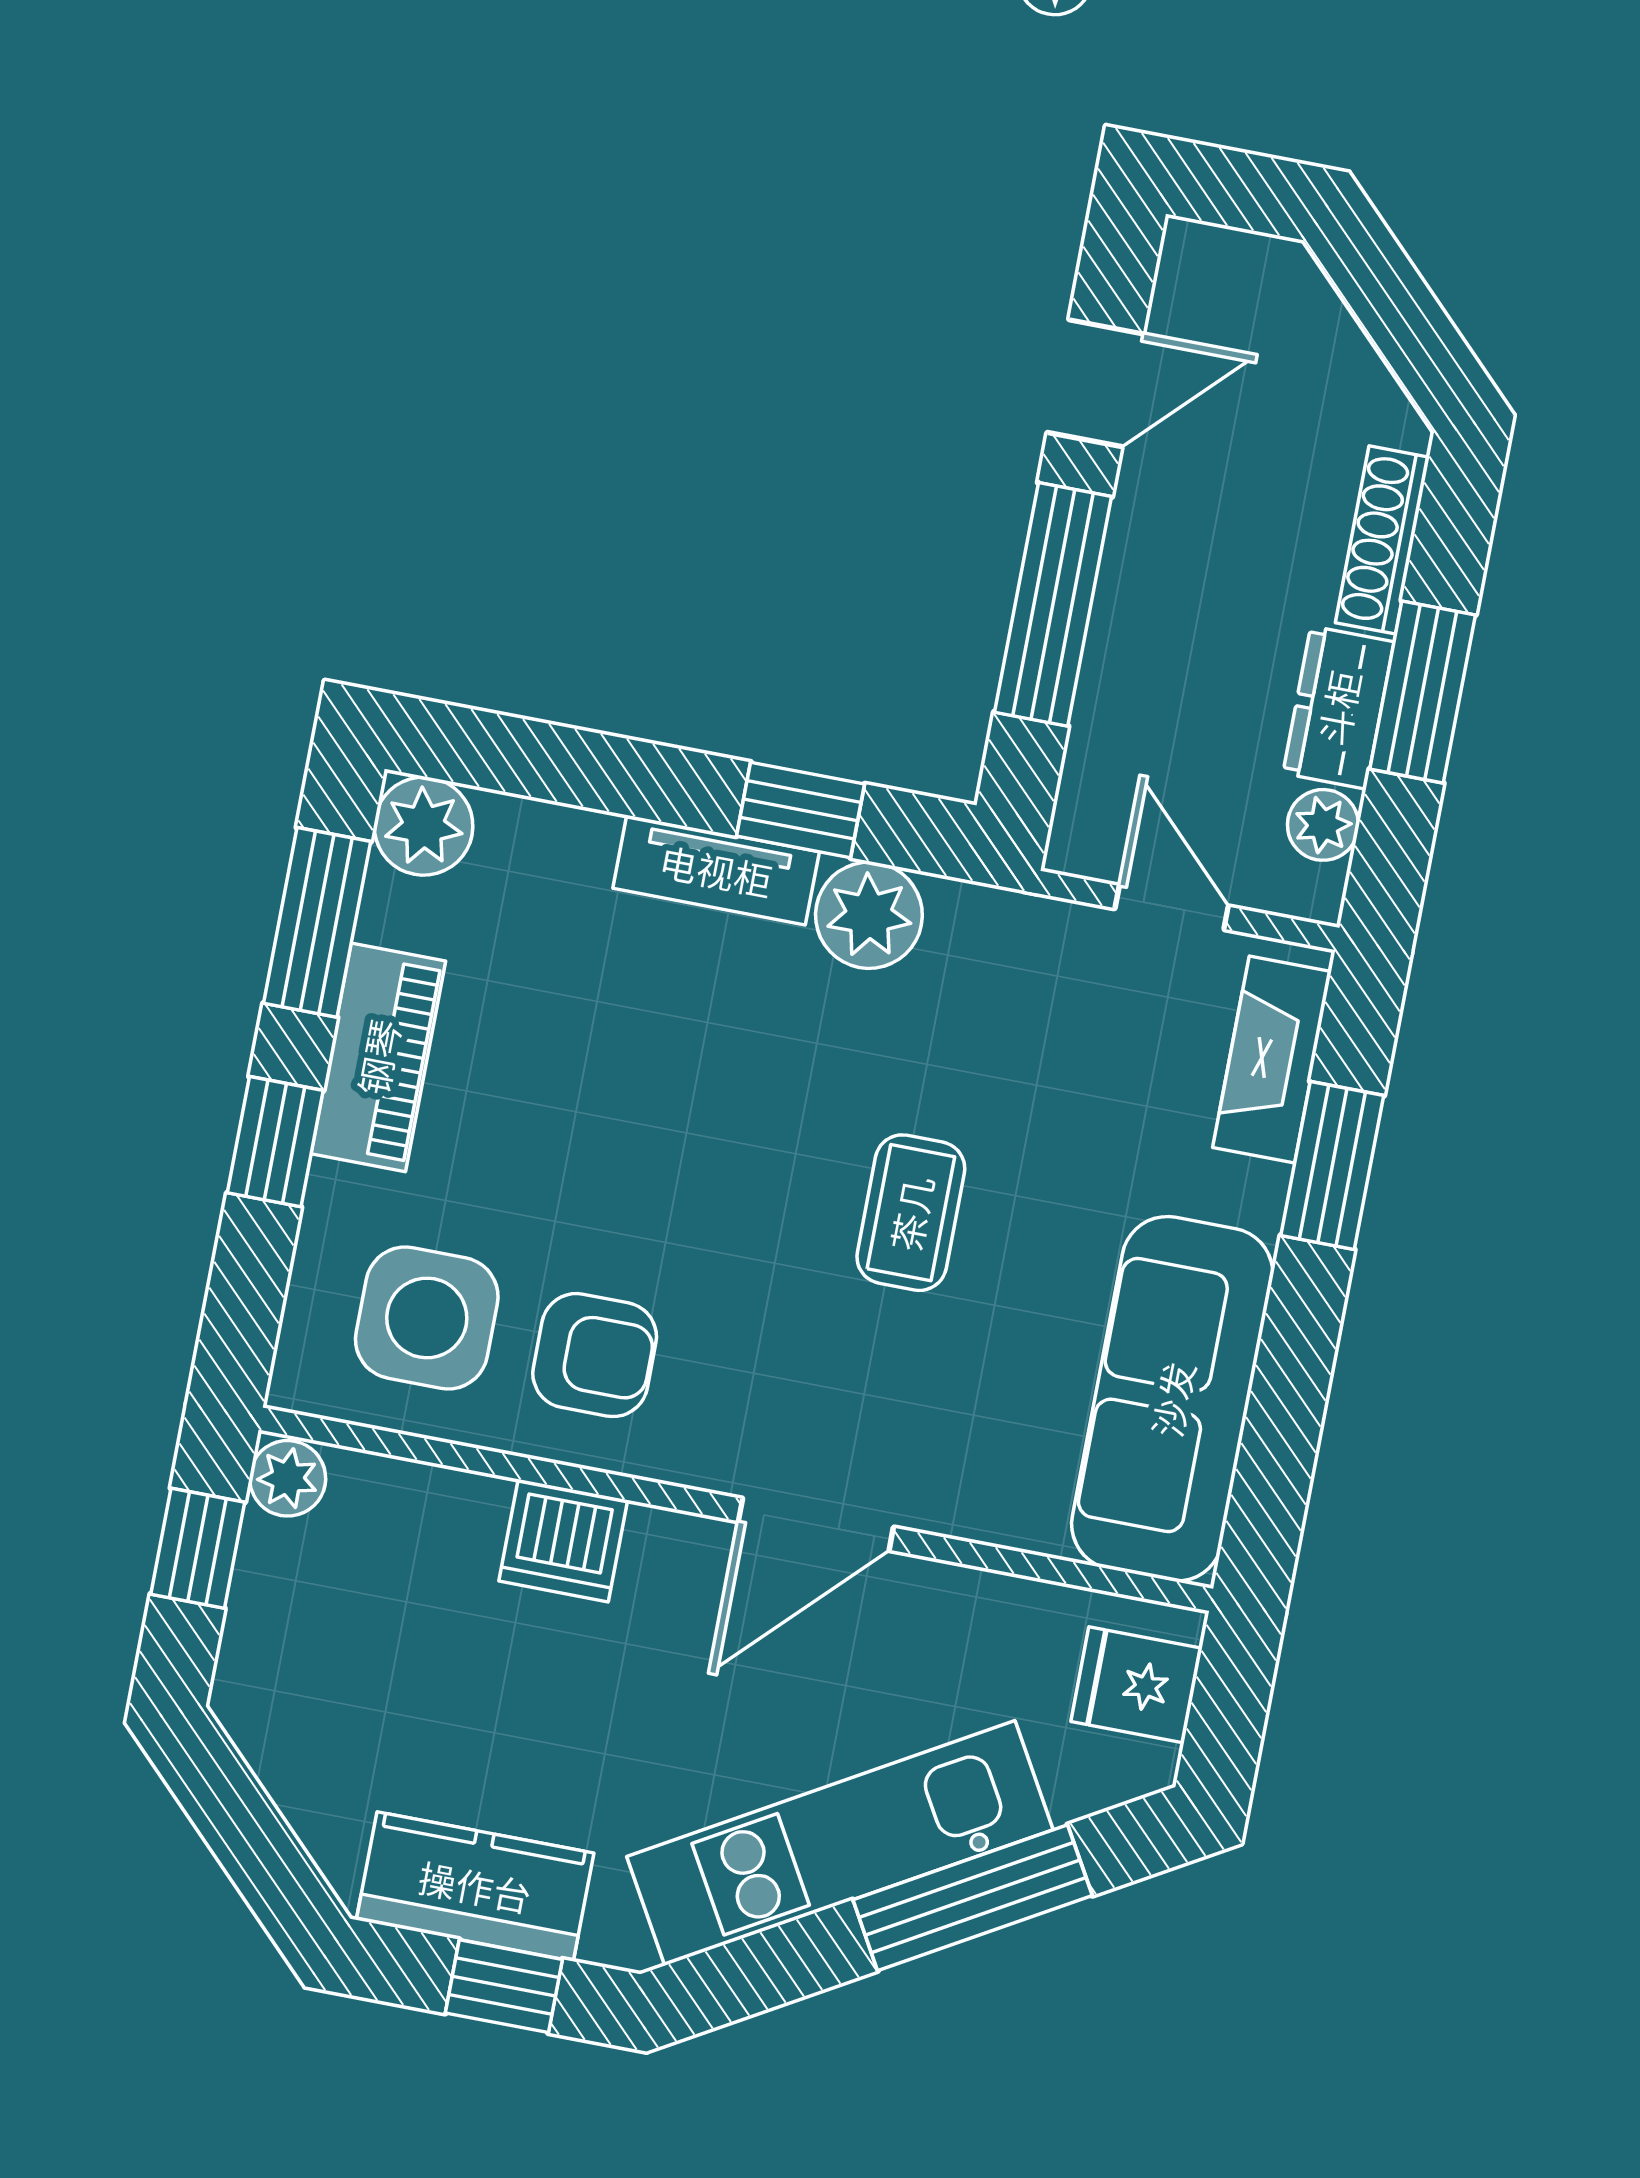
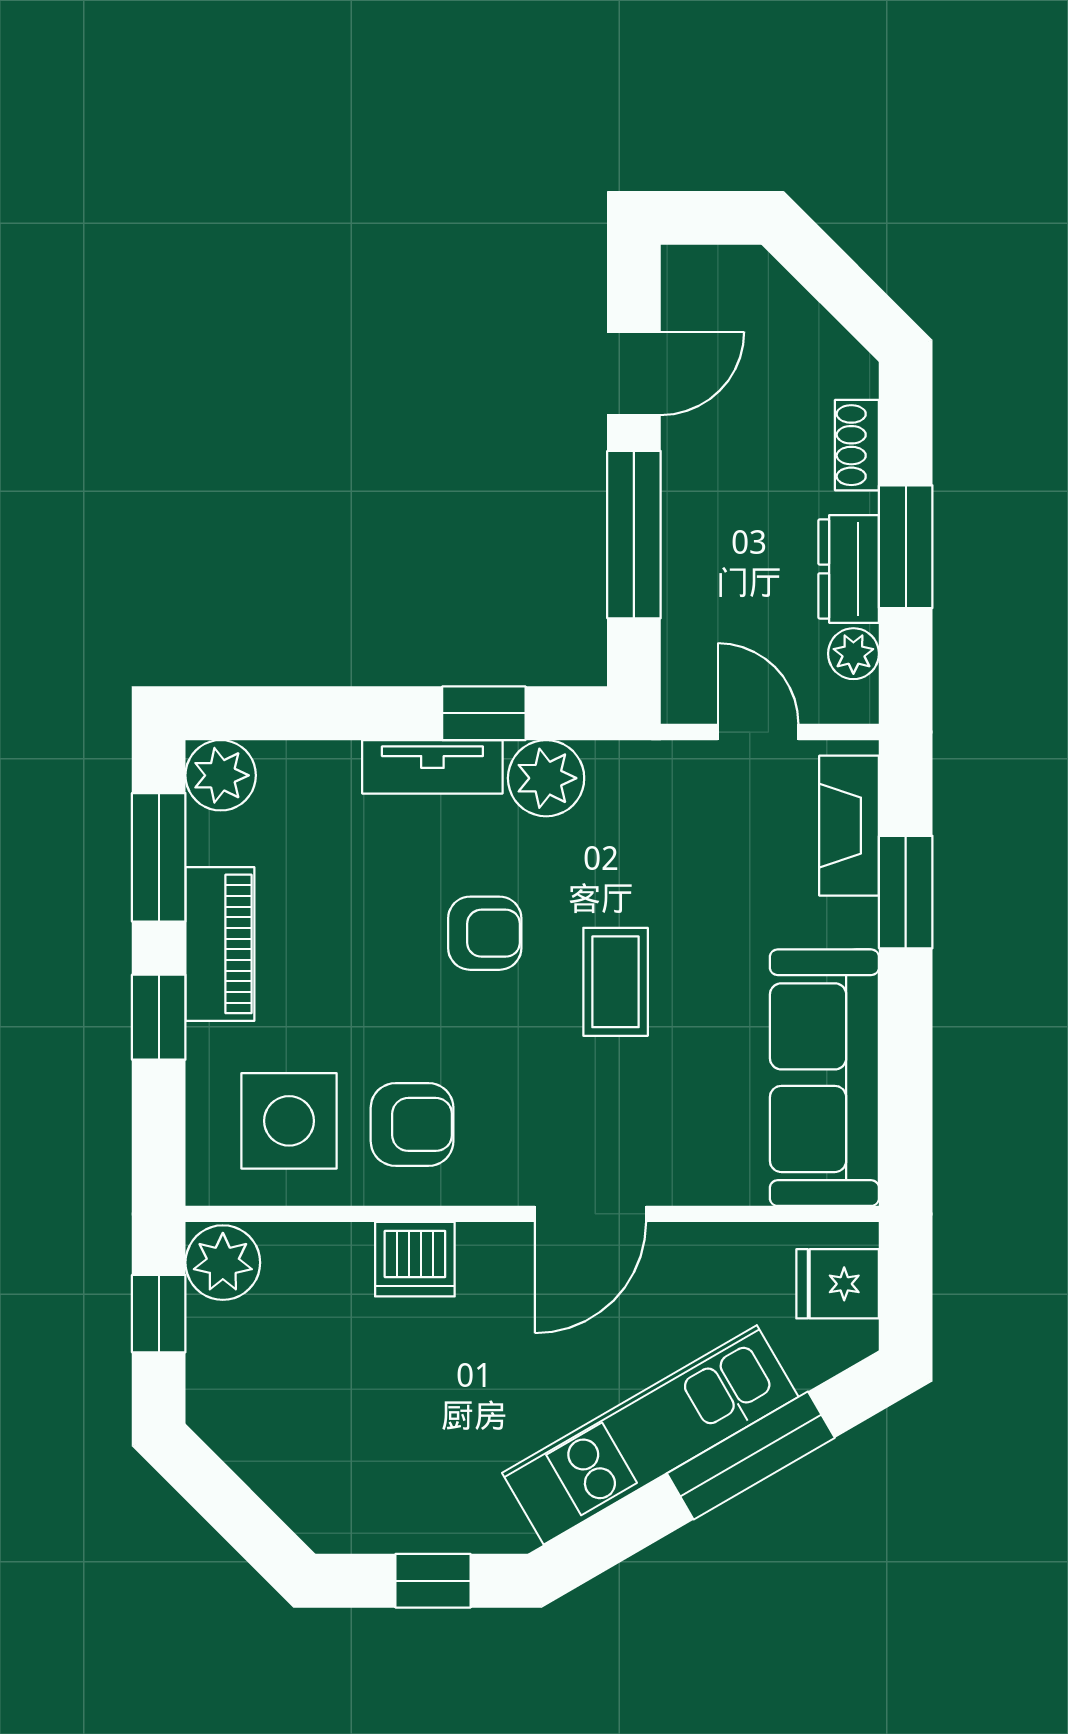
shoe rack: (1382, 540) -> (857, 445), width x0.70
armchair: (744, 1112) -> (485, 933), added
plant: (288, 1478) -> (223, 1263), width x1.38, depth x1.38
kitchen counter: (475, 1886) -> (399, 1514), removed

